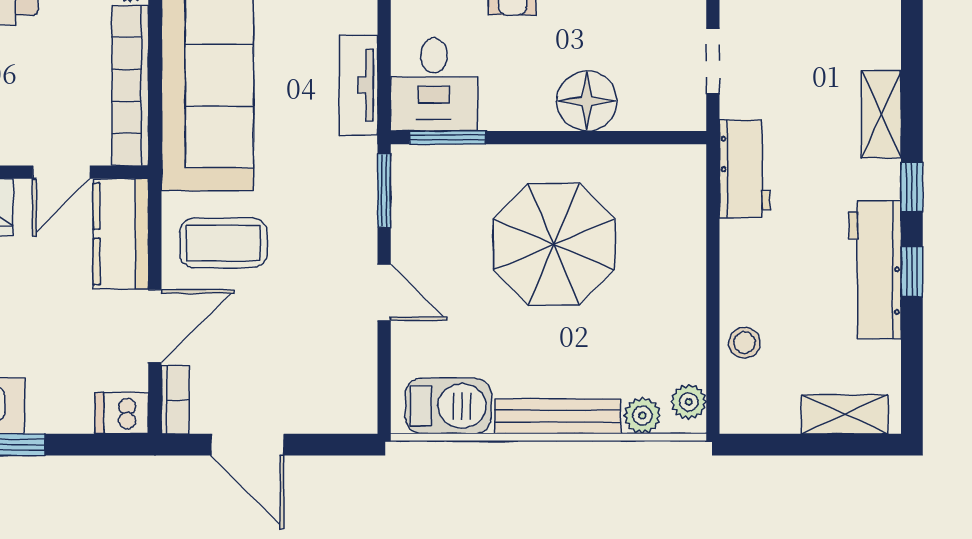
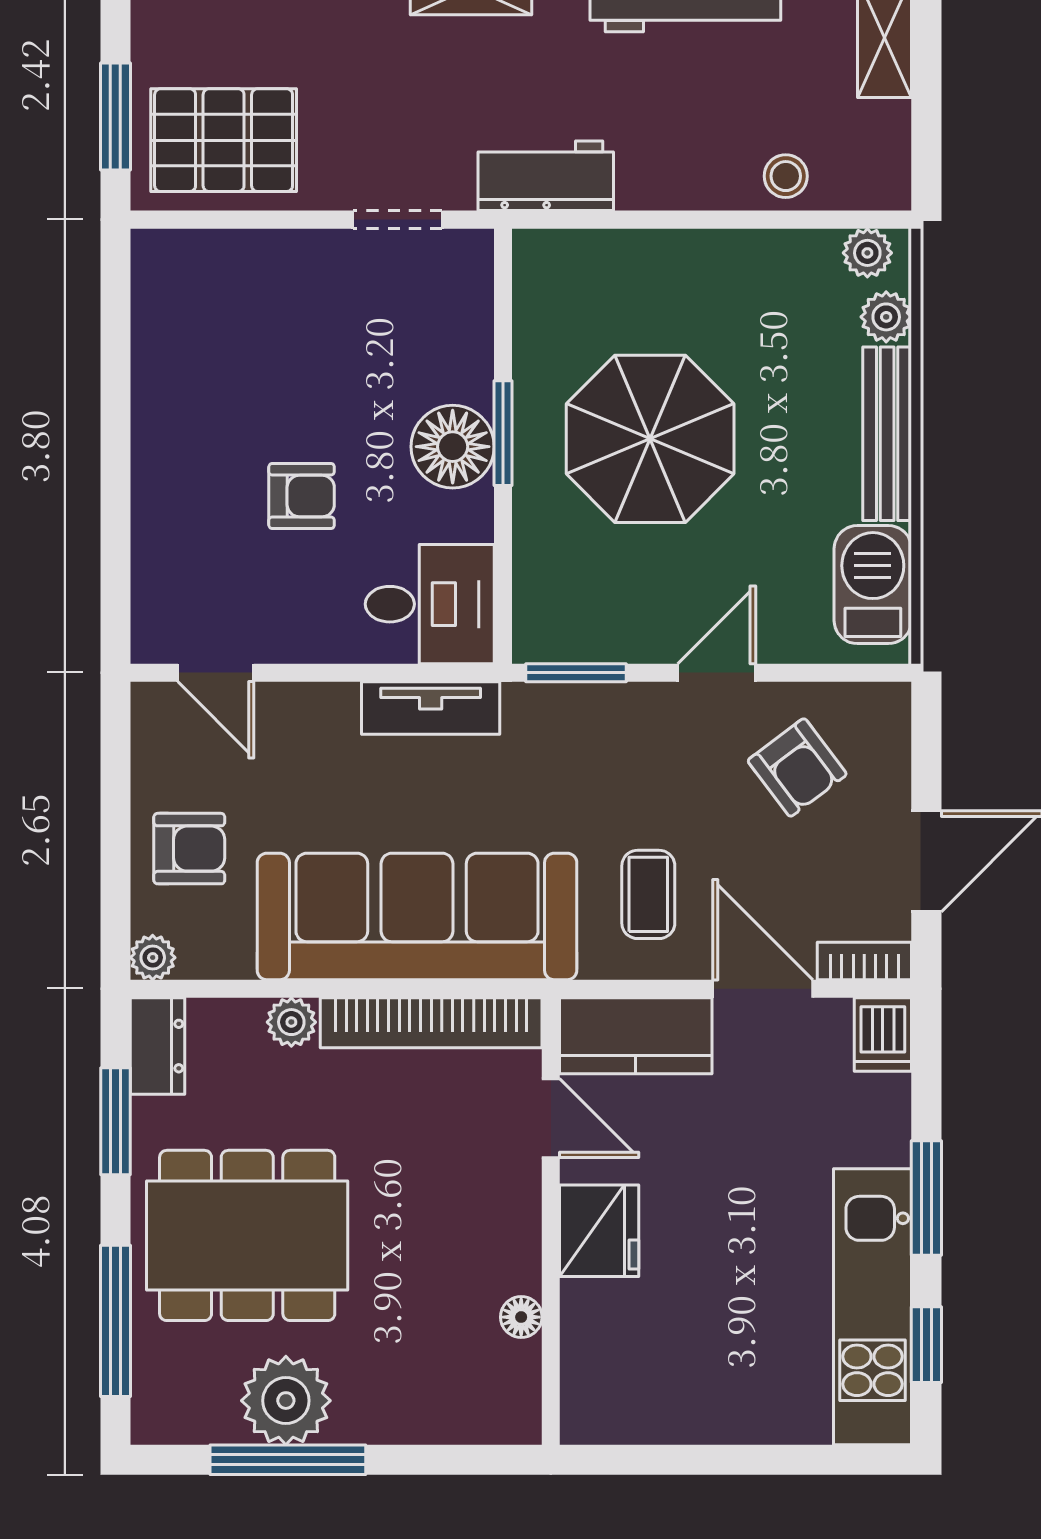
floor lamp: (587, 101) -> (453, 447), moved
window: (448, 138) -> (503, 433), moved
coffee table: (223, 243) -> (648, 894), width x0.73, depth x0.77
armchair: (316, 351) -> (797, 767), added

